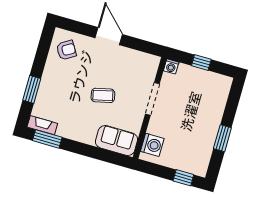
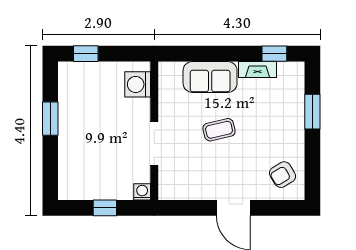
fireplace: (42, 125) -> (258, 70), moved
window: (47, 139) -> (274, 54), width x0.67
sofa: (117, 141) -> (210, 77), moved

